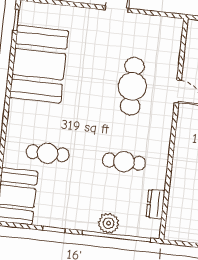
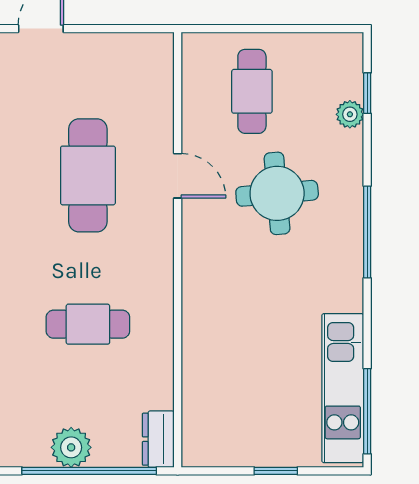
dresser: (155, 204) -> (158, 439), moved

